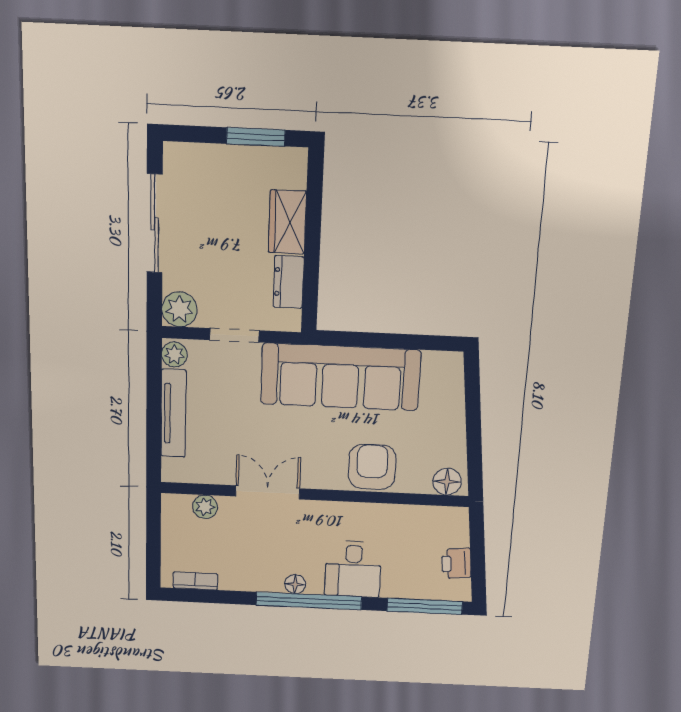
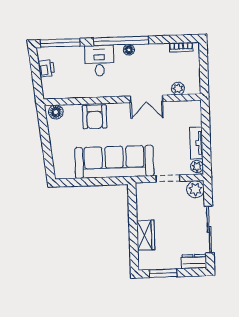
dresser: (289, 282) -> (194, 261), moved, turned -90
tv unit: (173, 413) -> (196, 143), width x0.71

